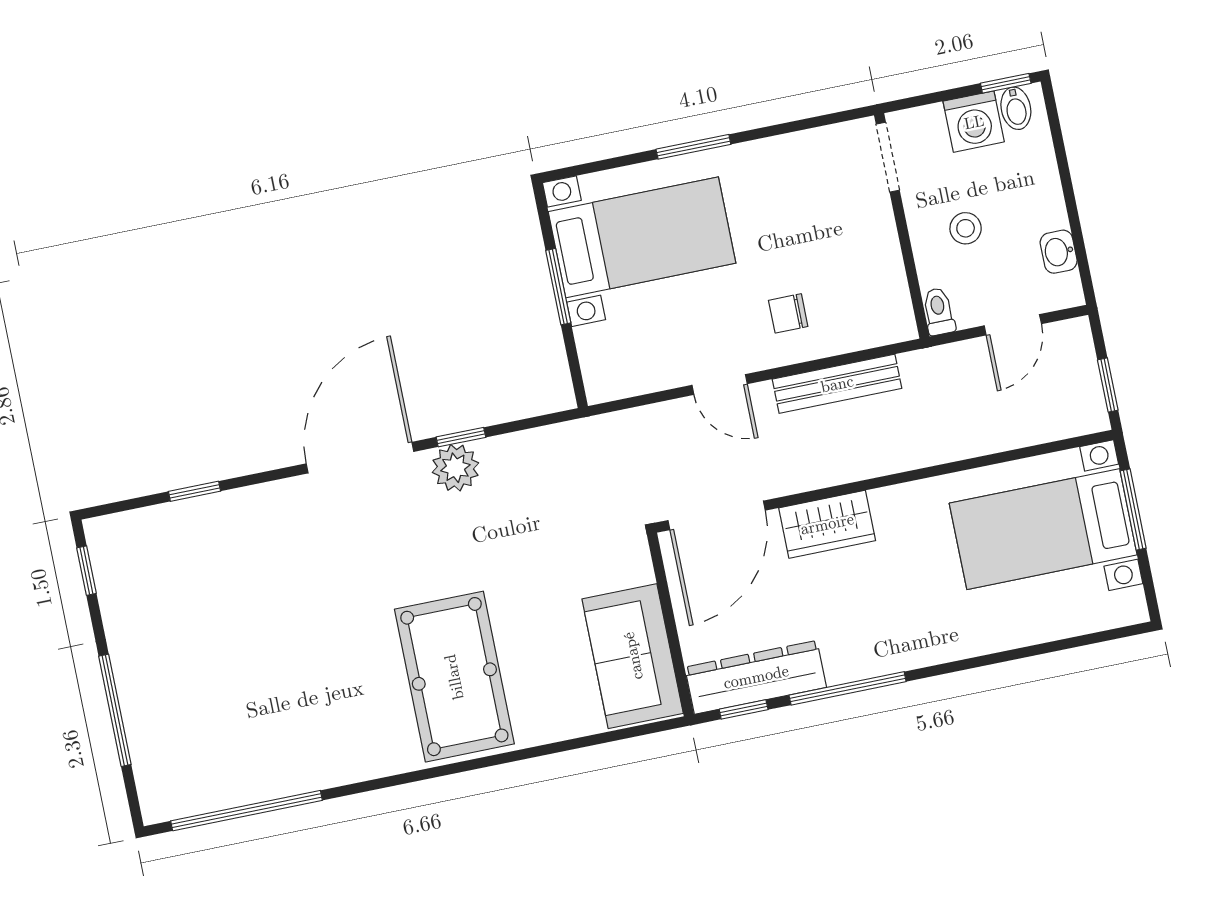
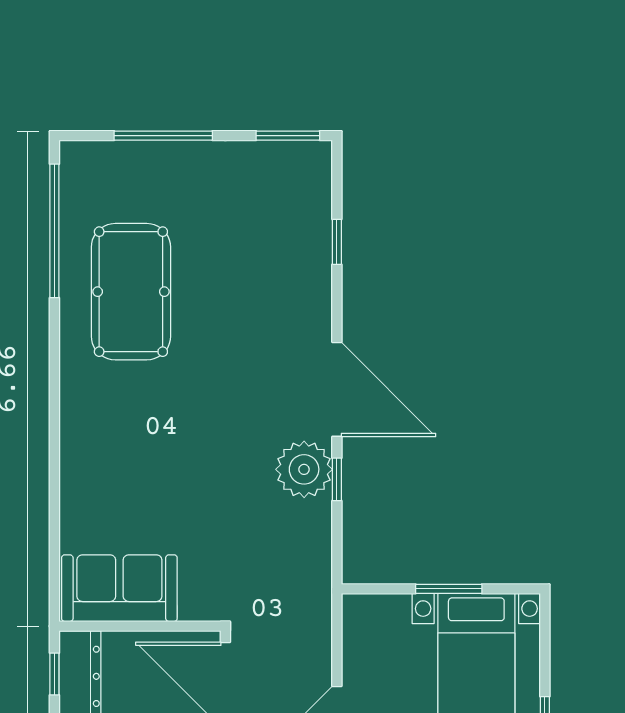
plant: (455, 468) -> (304, 469), width x1.36, depth x1.36
window: (86, 571) -> (288, 136), width x1.50
pool table: (454, 677) -> (131, 292), moved, turned 90

